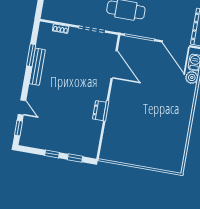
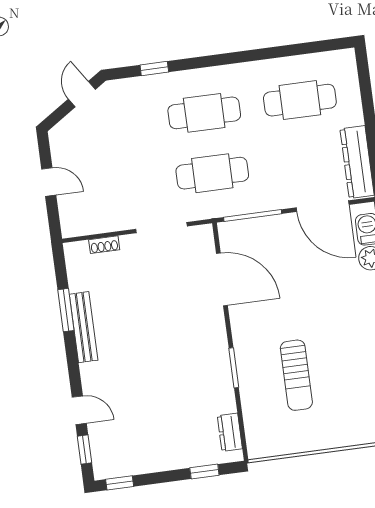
dresser: (99, 111) -> (230, 432), moved
sun lounger: (136, 124) -> (296, 375), added
window: (52, 154) -> (120, 483), moved

